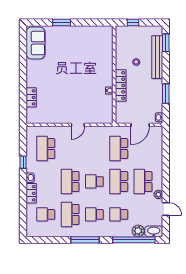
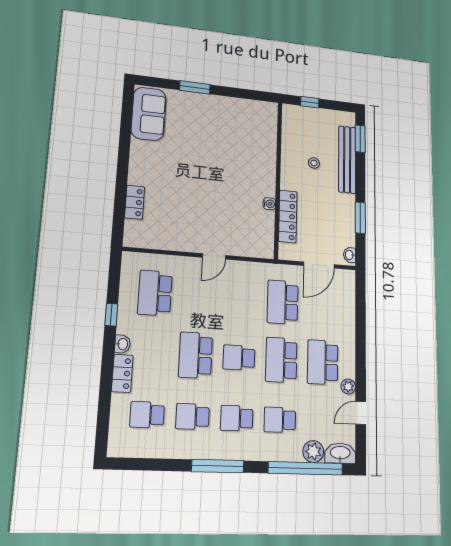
locker: (121, 86) -> (288, 216), moved
door: (166, 209) -> (361, 413), swing flipped
school desk: (70, 214) -> (193, 416), width x0.54

